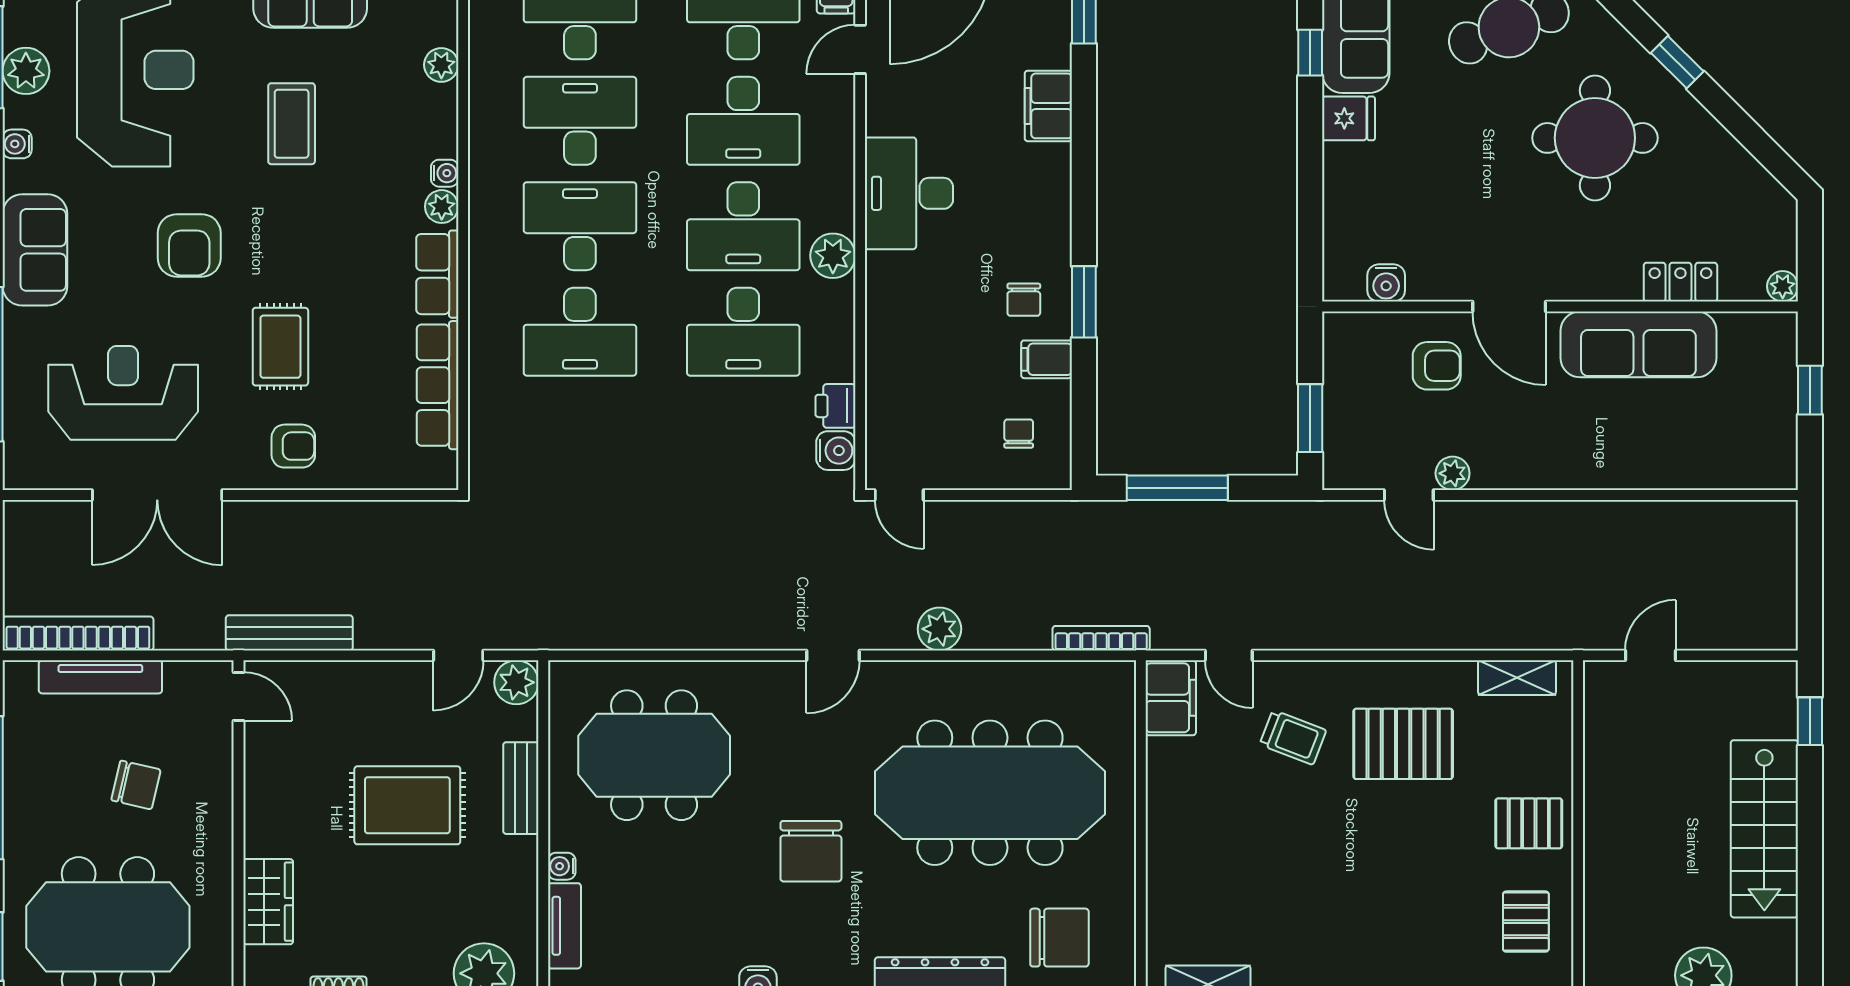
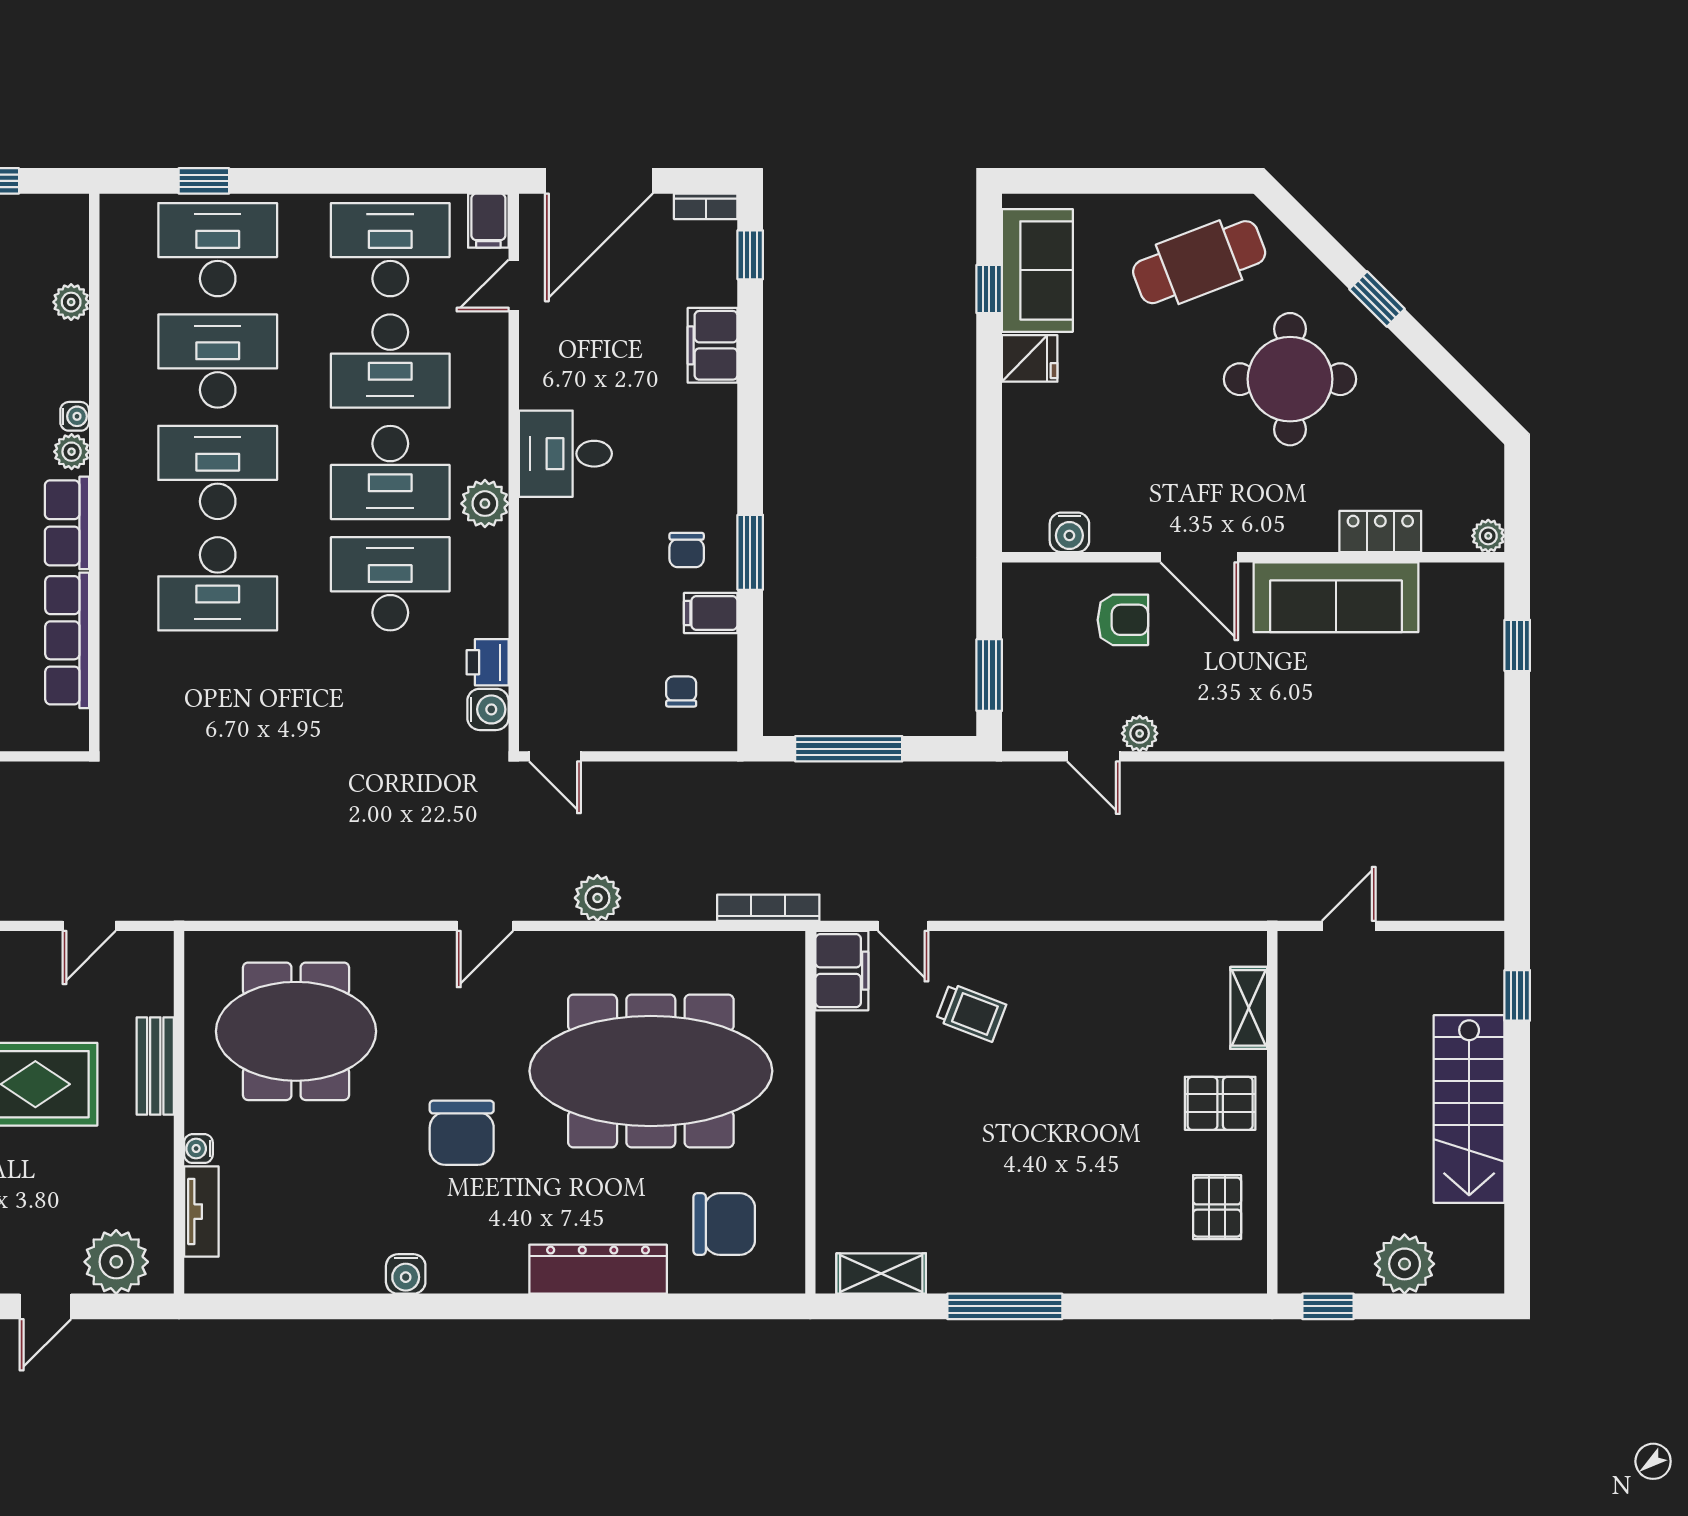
desk: (909, 193) -> (565, 454), width x0.73
desk: (743, 332) -> (390, 584), turned 180
shelving: (1517, 678) -> (1249, 1008), moved, turned 90
plant: (516, 682) -> (150, 954), removed
pallet: (1403, 744) -> (1087, 1019), removed

